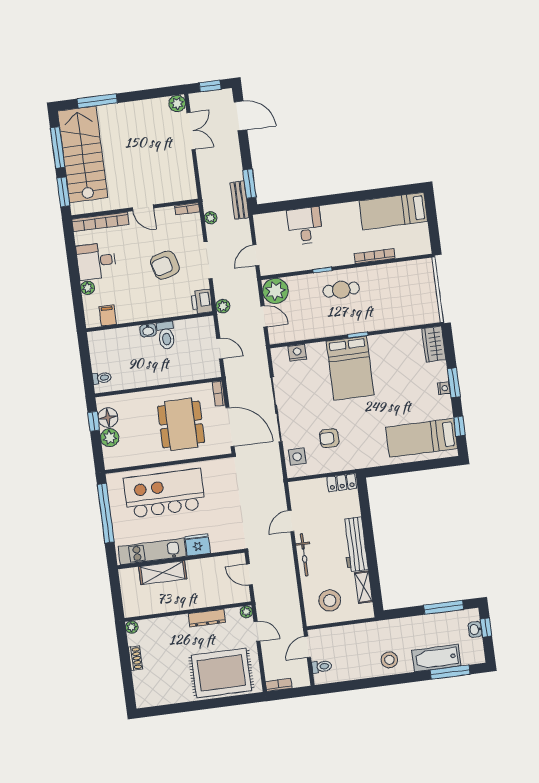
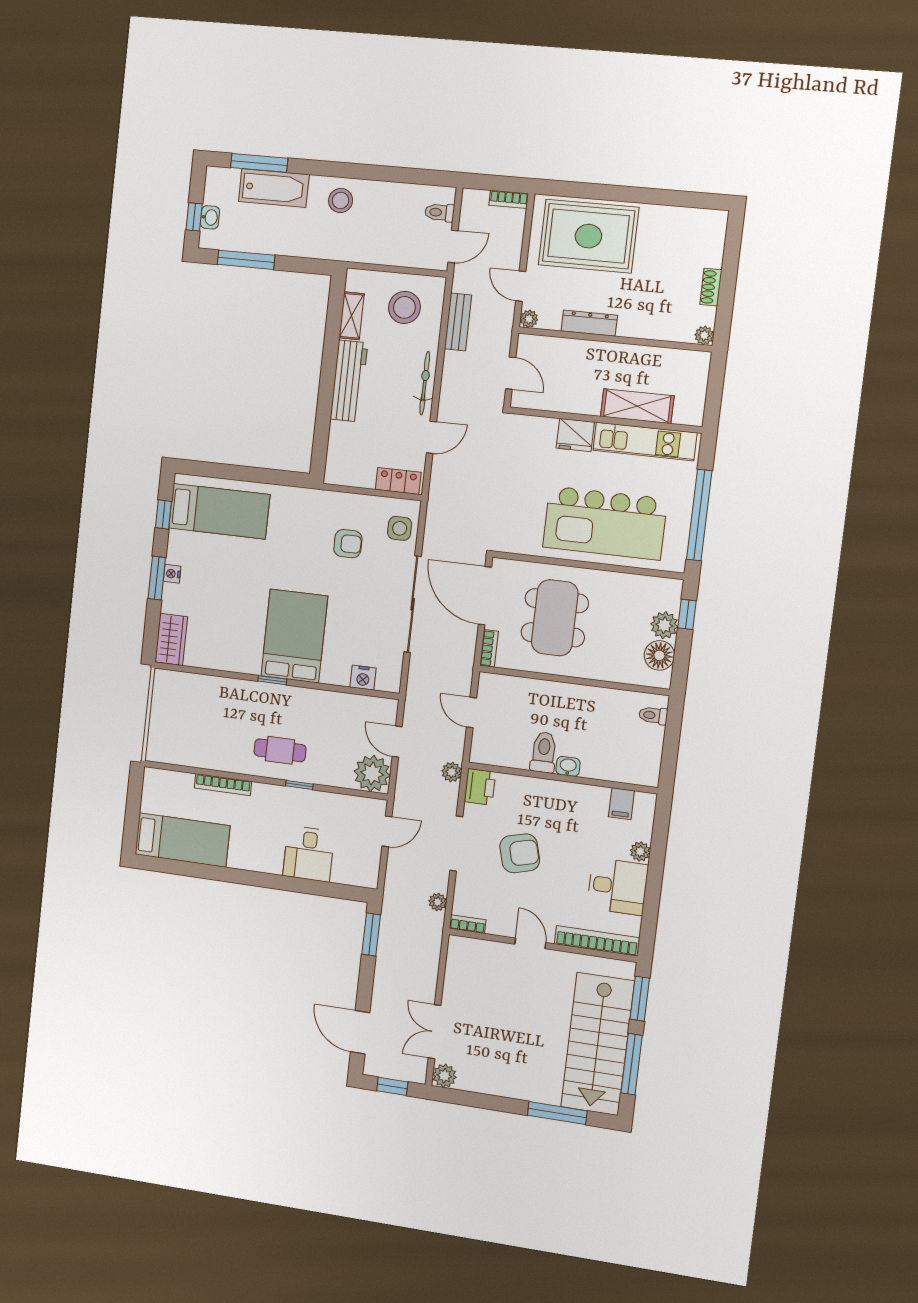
bench: (240, 200) -> (458, 322), moved
window: (94, 421) -> (687, 614), moved
locker: (342, 483) -> (398, 481), moved

